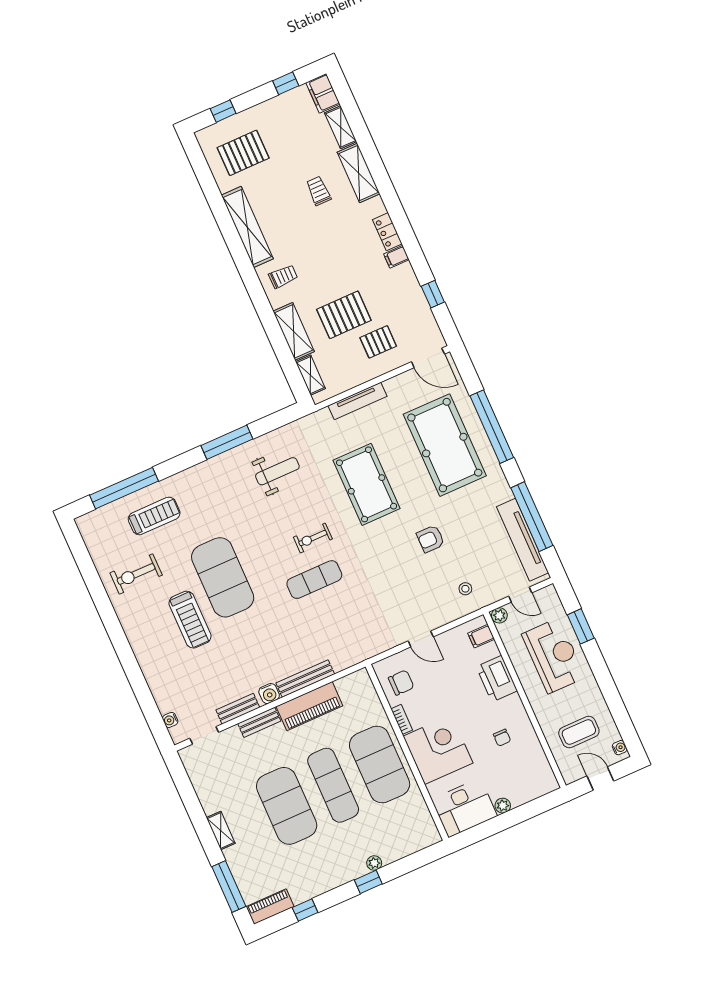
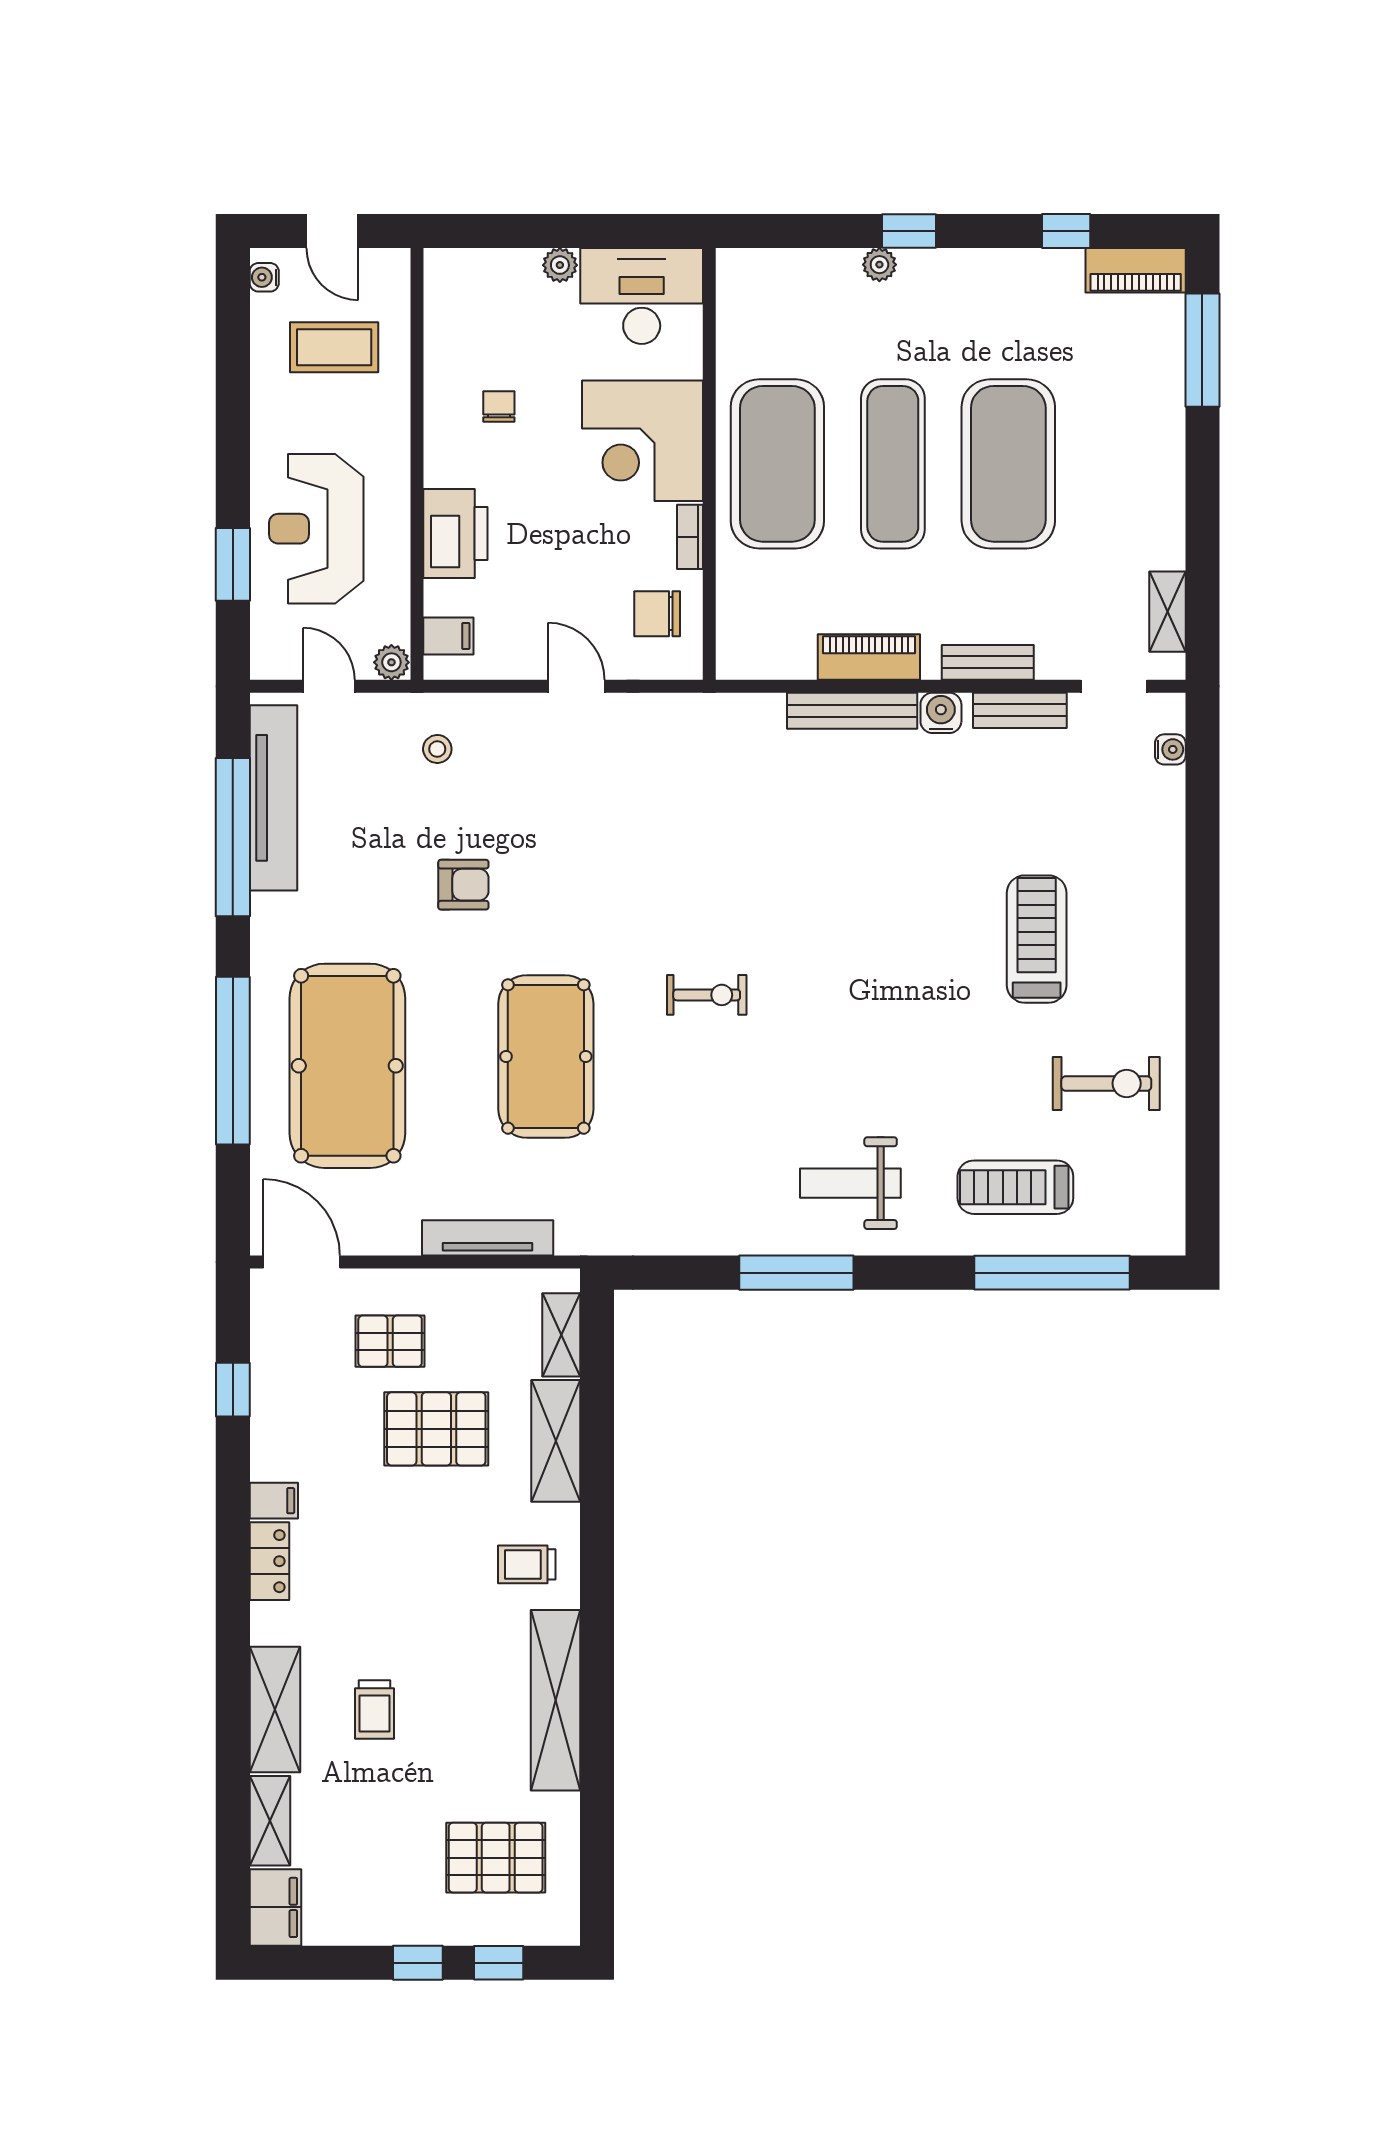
window: (286, 83) -> (418, 1963), moved
weight bench: (277, 471) -> (850, 1183), moved
exercise mat: (223, 577) -> (930, 997), removed
exercise mat: (314, 580) -> (742, 908), removed
piano: (309, 706) -> (869, 657), width x0.73, depth x0.75
shelving: (221, 830) -> (1167, 612), moved

